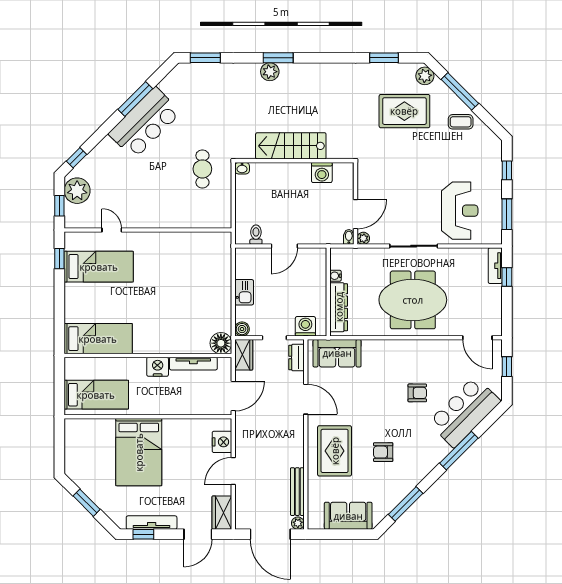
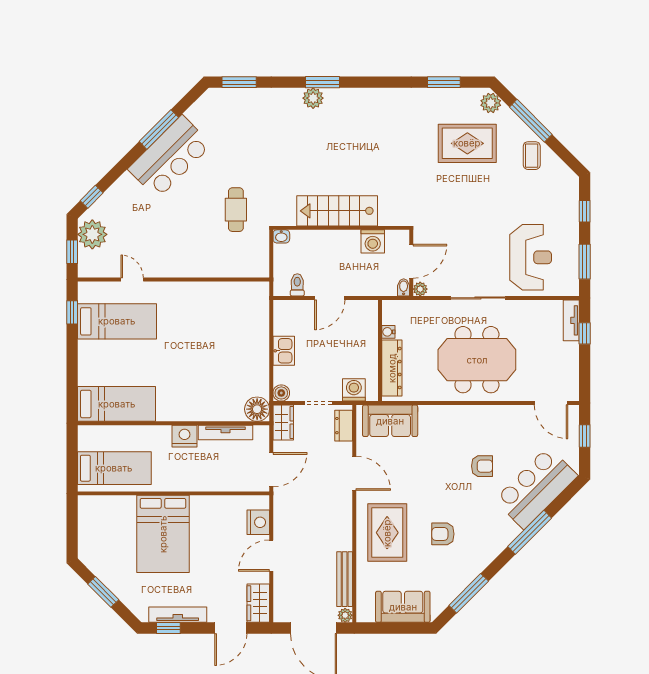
coffee table: (461, 122) -> (532, 156), turned 90
stairs: (291, 146) -> (337, 211), moved
wall: (294, 161) -> (341, 228), moved
washbasin: (242, 168) -> (281, 236), moved
washing machine: (322, 173) -> (373, 241), moved

